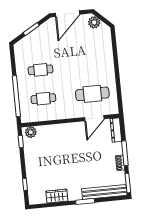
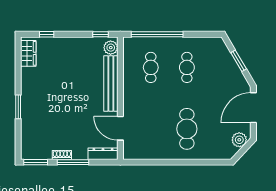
door: (67, 14) -> (253, 108), hinge flipped
cafe table: (92, 94) -> (187, 129), moved
bench: (104, 192) -> (111, 84), moved
wardrobe: (57, 196) -> (28, 53), moved

